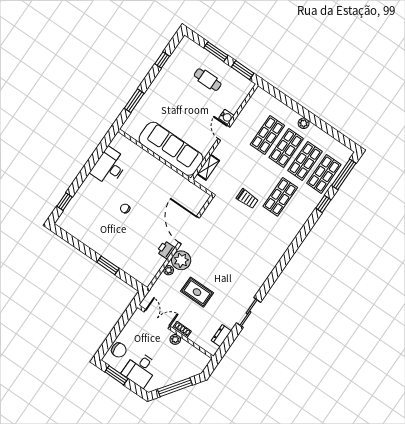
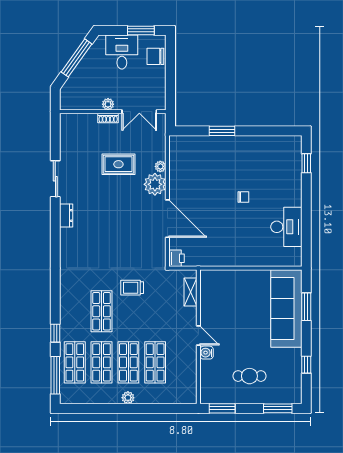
window: (216, 52) -> (278, 408), moved
sofa: (171, 149) -> (286, 309), moved, turned 90
printer: (166, 250) -> (177, 258), moved
dresser: (221, 336) -> (66, 215), moved

